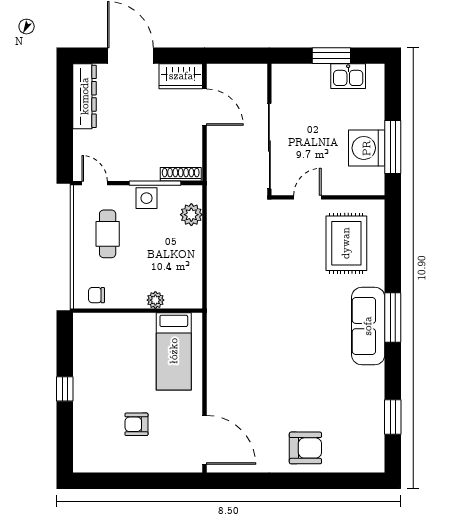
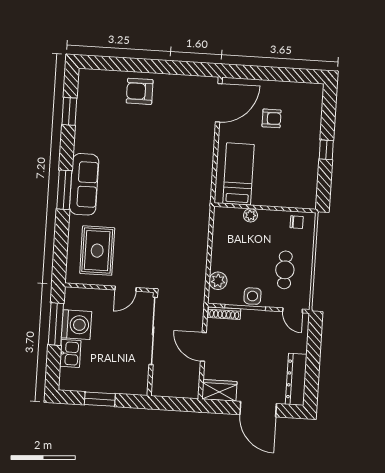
kitchen sink: (348, 76) -> (70, 353), moved, turned 90
door: (205, 107) -> (203, 347), moved
door: (205, 440) -> (219, 103), swing flipped

